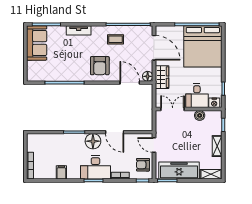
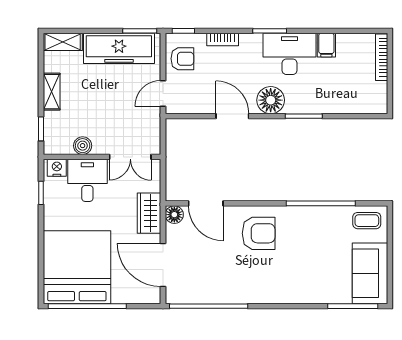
tv unit: (79, 30) -> (296, 296), removed
coffee table: (115, 39) -> (367, 221), moved
armchair: (100, 66) -> (259, 233), turned 90
door: (154, 145) -> (163, 94), swing flipped
desk: (95, 167) -> (290, 54), moved

